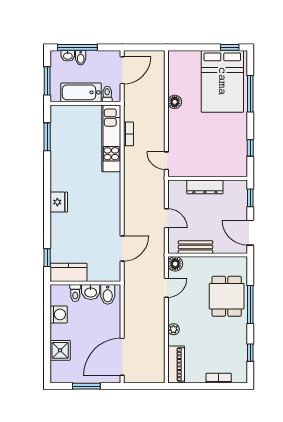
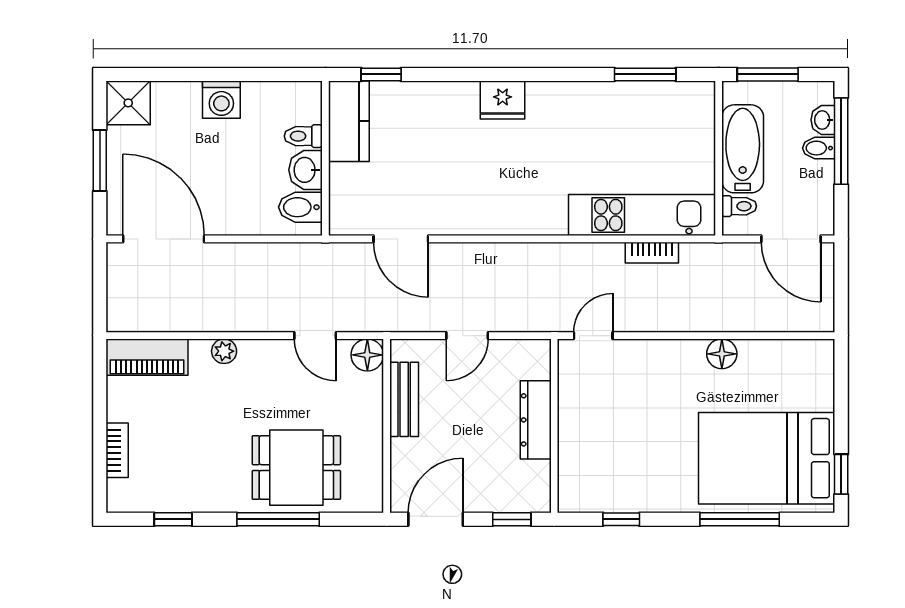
washing machine: (59, 314) -> (221, 100), moved
shower: (60, 350) -> (128, 103), moved

